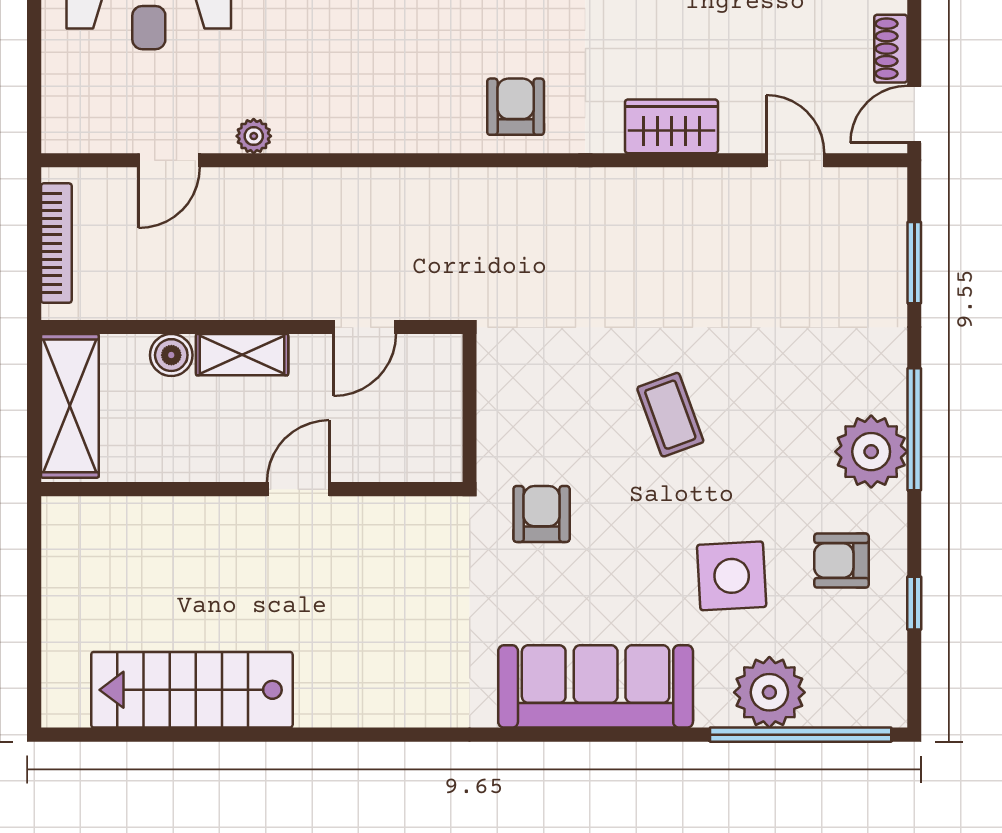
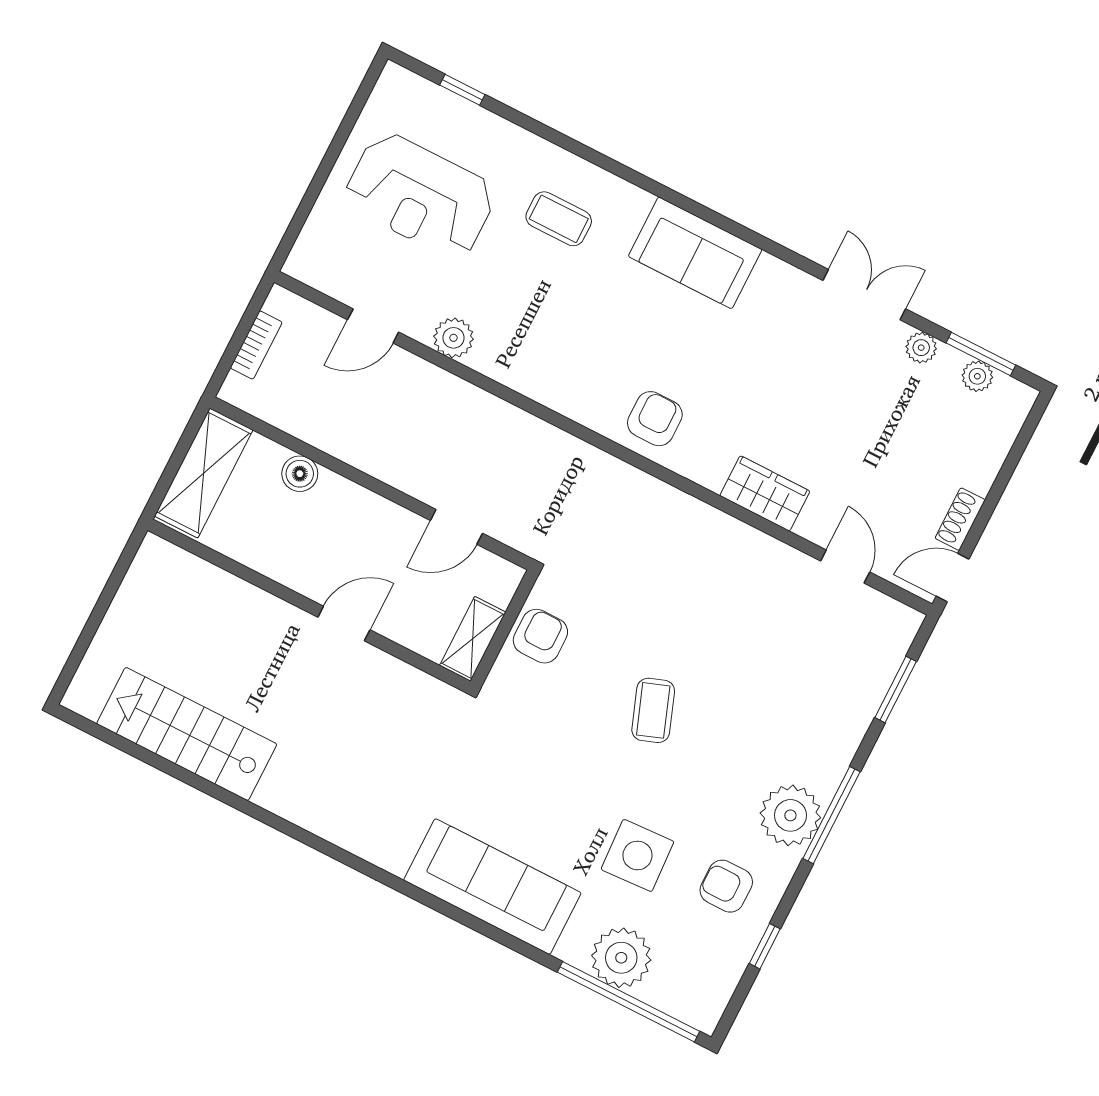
plant: (254, 136) -> (454, 338), width x1.38, depth x1.38
bookcase: (56, 243) -> (256, 345), width x0.64
shelving: (242, 355) -> (473, 639), moved, turned 90
armchair: (542, 514) -> (540, 636), moved

